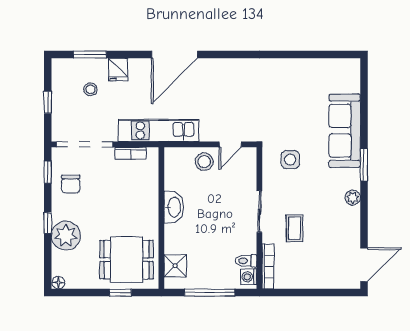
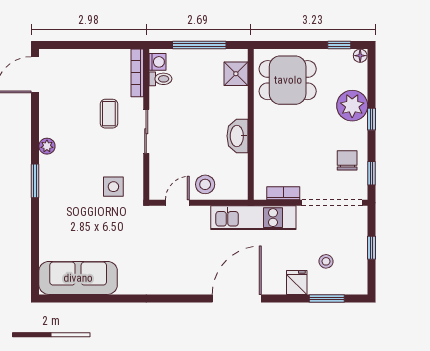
sofa: (345, 131) -> (78, 278), moved, turned -90
window: (120, 293) -> (339, 45), moved

